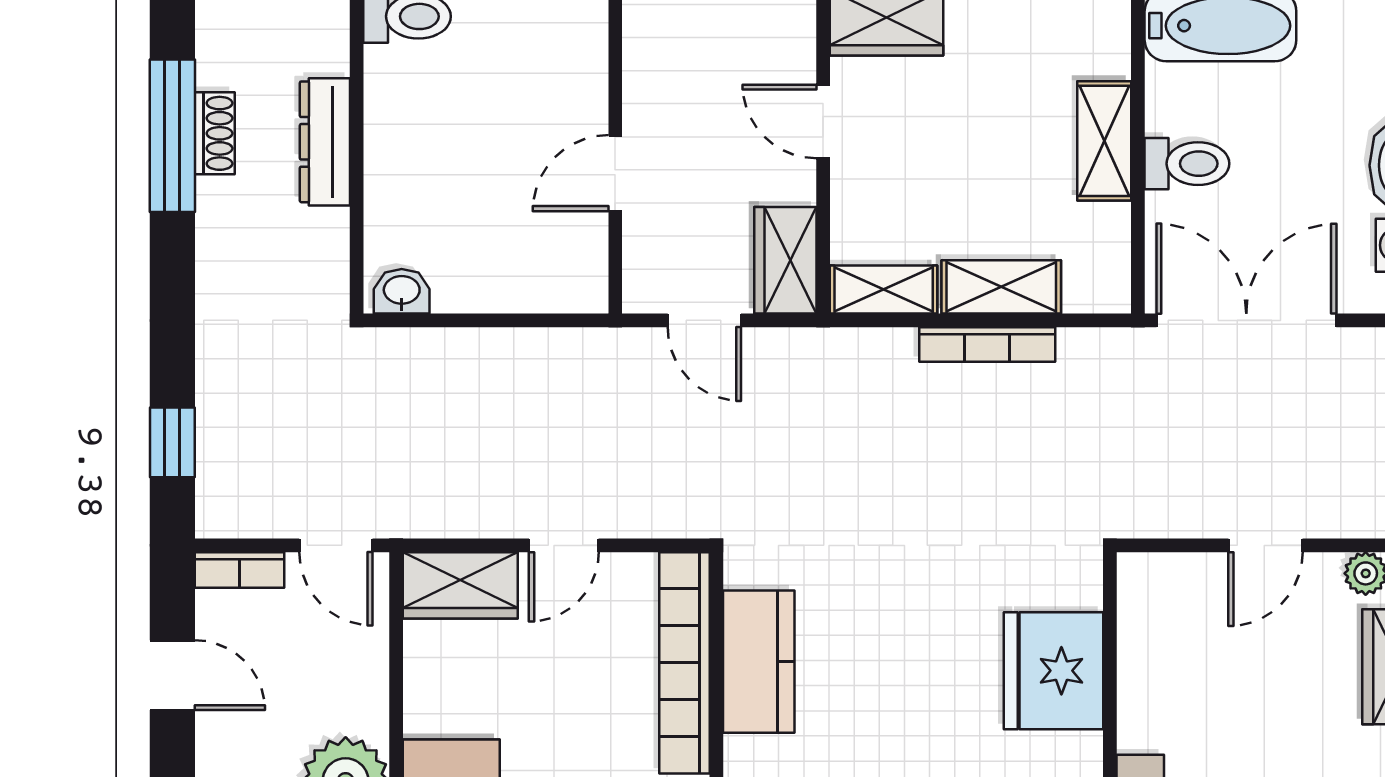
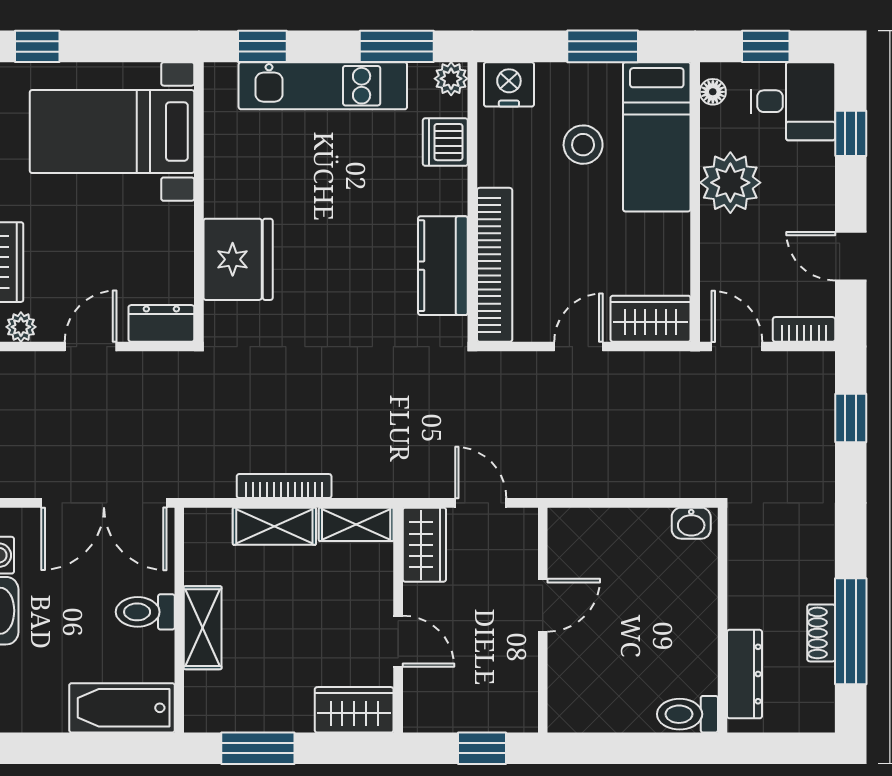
dresser: (325, 142) -> (745, 674), moved
dresser: (1164, 579) -> (161, 323), added

